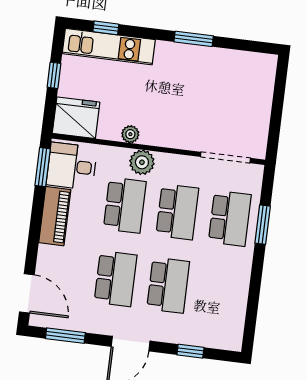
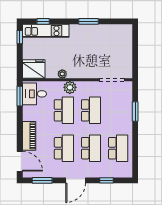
window: (54, 75) -> (20, 37), moved
piano: (55, 216) -> (29, 136), moved
school desk: (230, 218) -> (118, 148), moved

